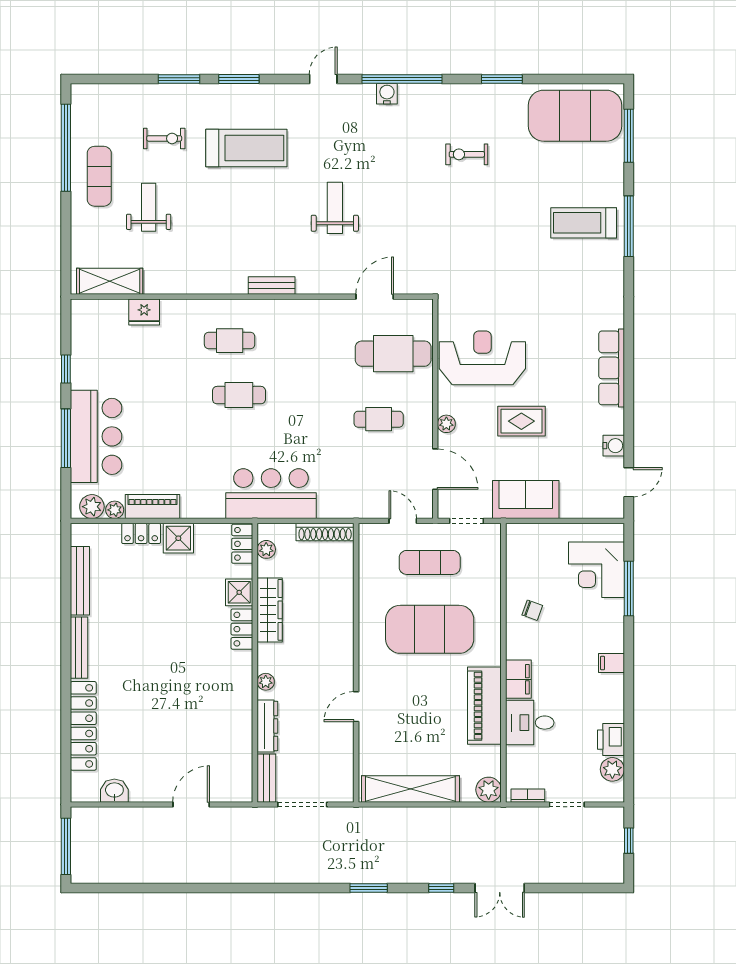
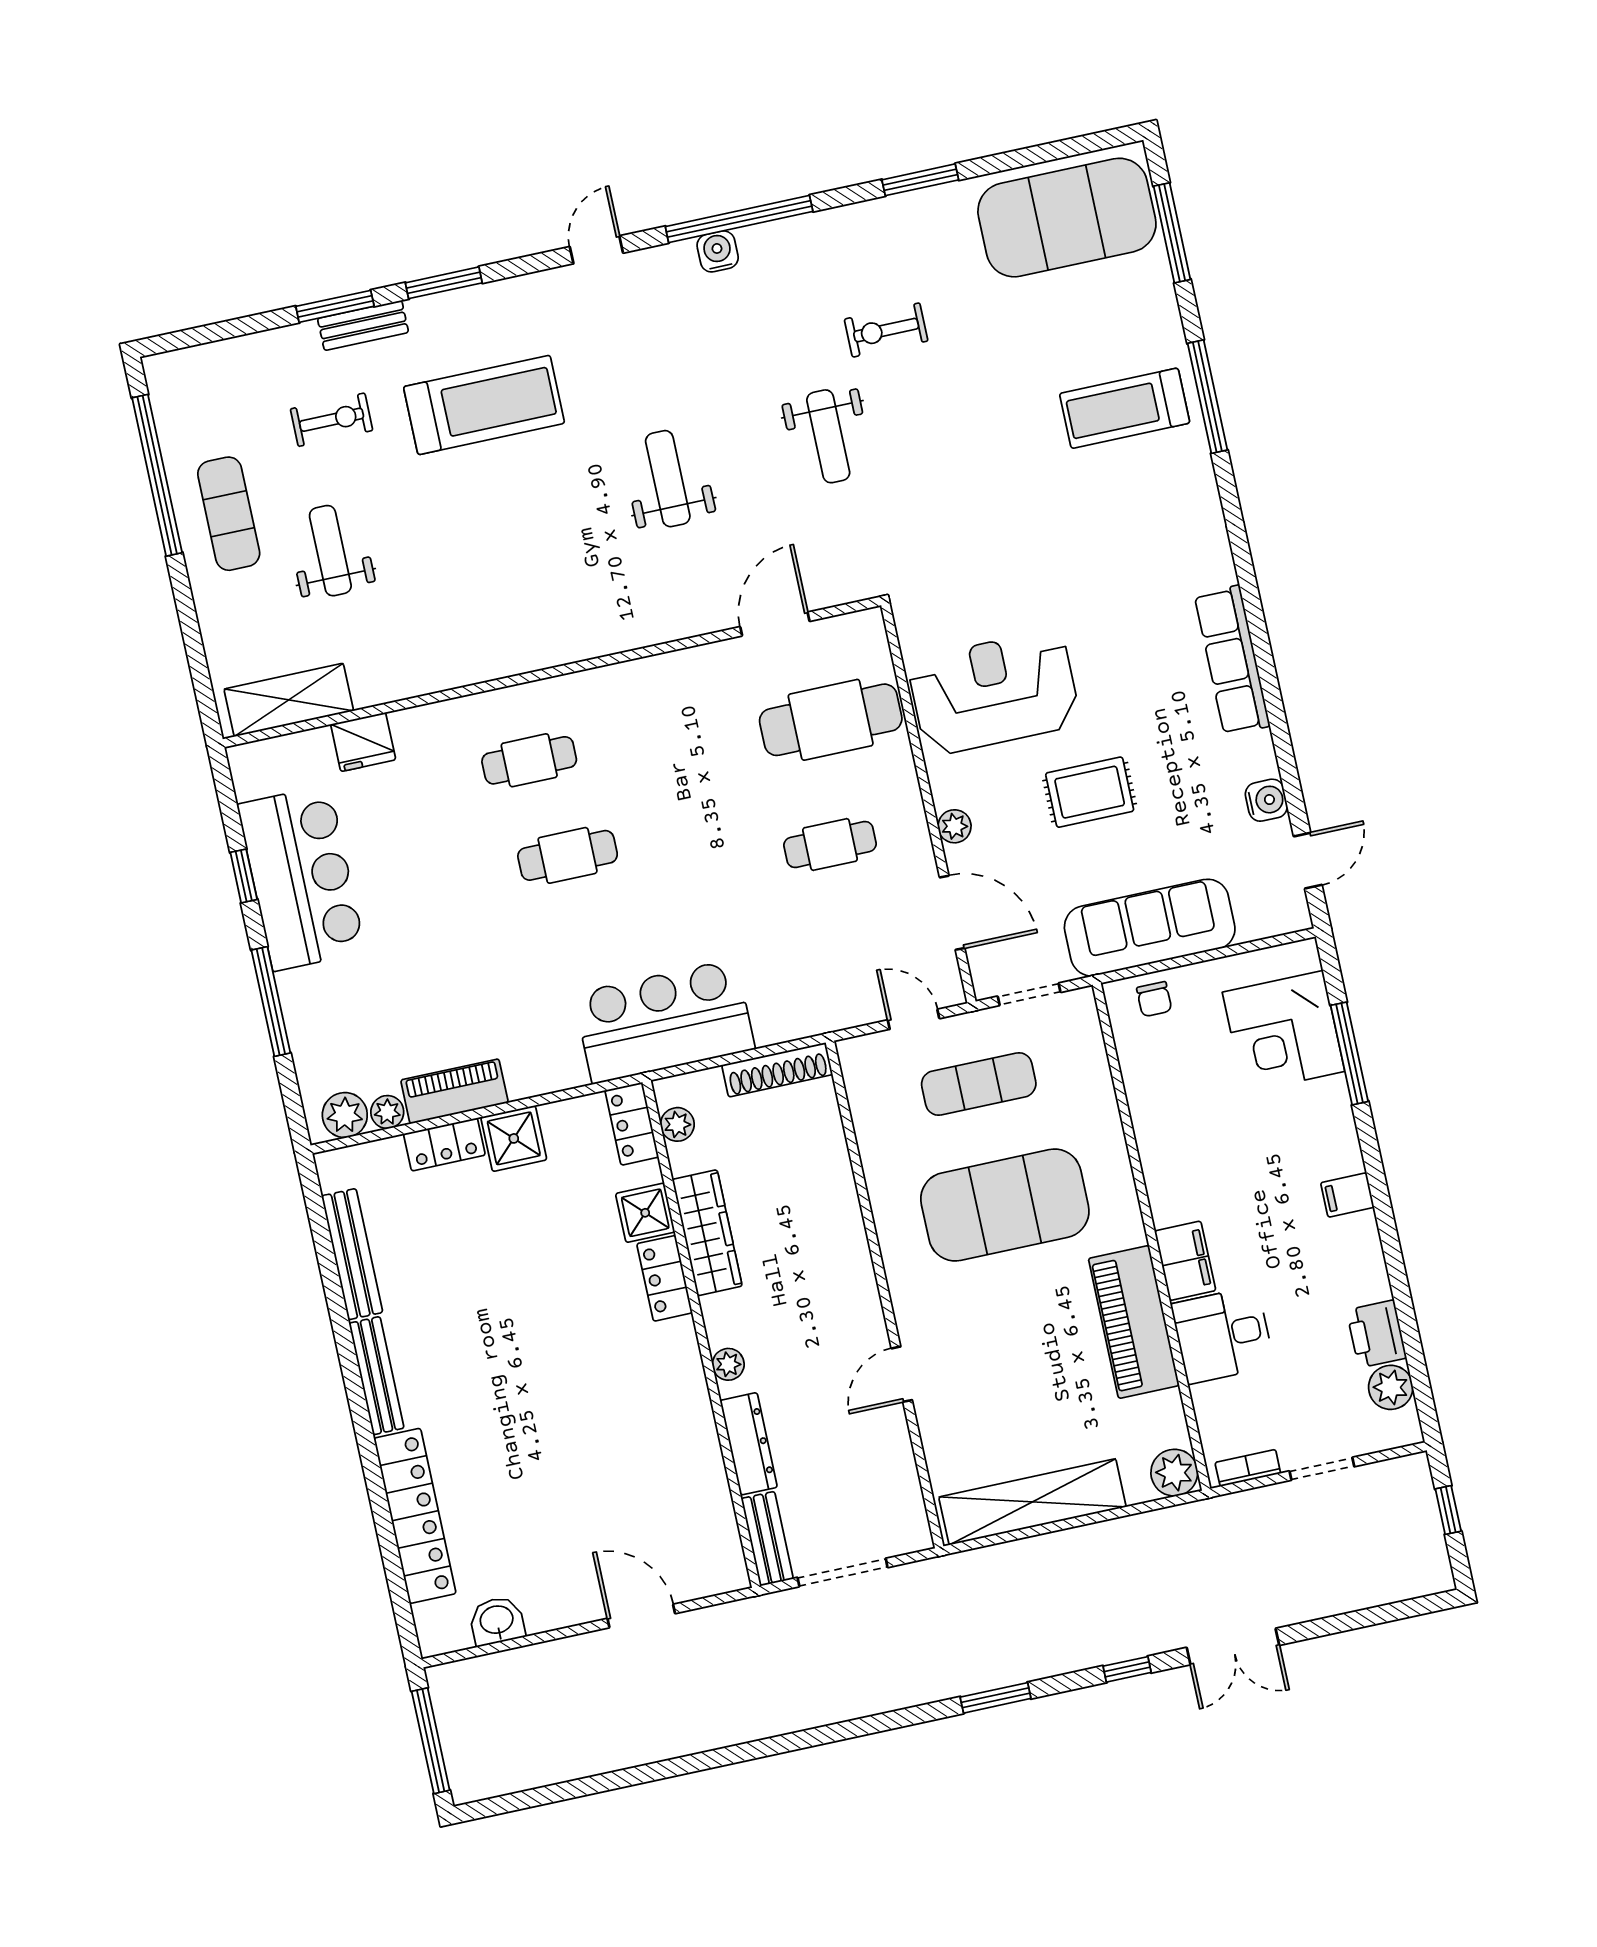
weight bench: (424, 204) -> (828, 436), added
bench: (272, 286) -> (363, 325), moved
bar counter: (96, 436) -> (301, 878), moved
sofa: (526, 500) -> (1150, 928), width x1.36
chair: (532, 610) -> (1154, 999), moved, turned 70
door: (191, 804) -> (641, 1616), hinge flipped

